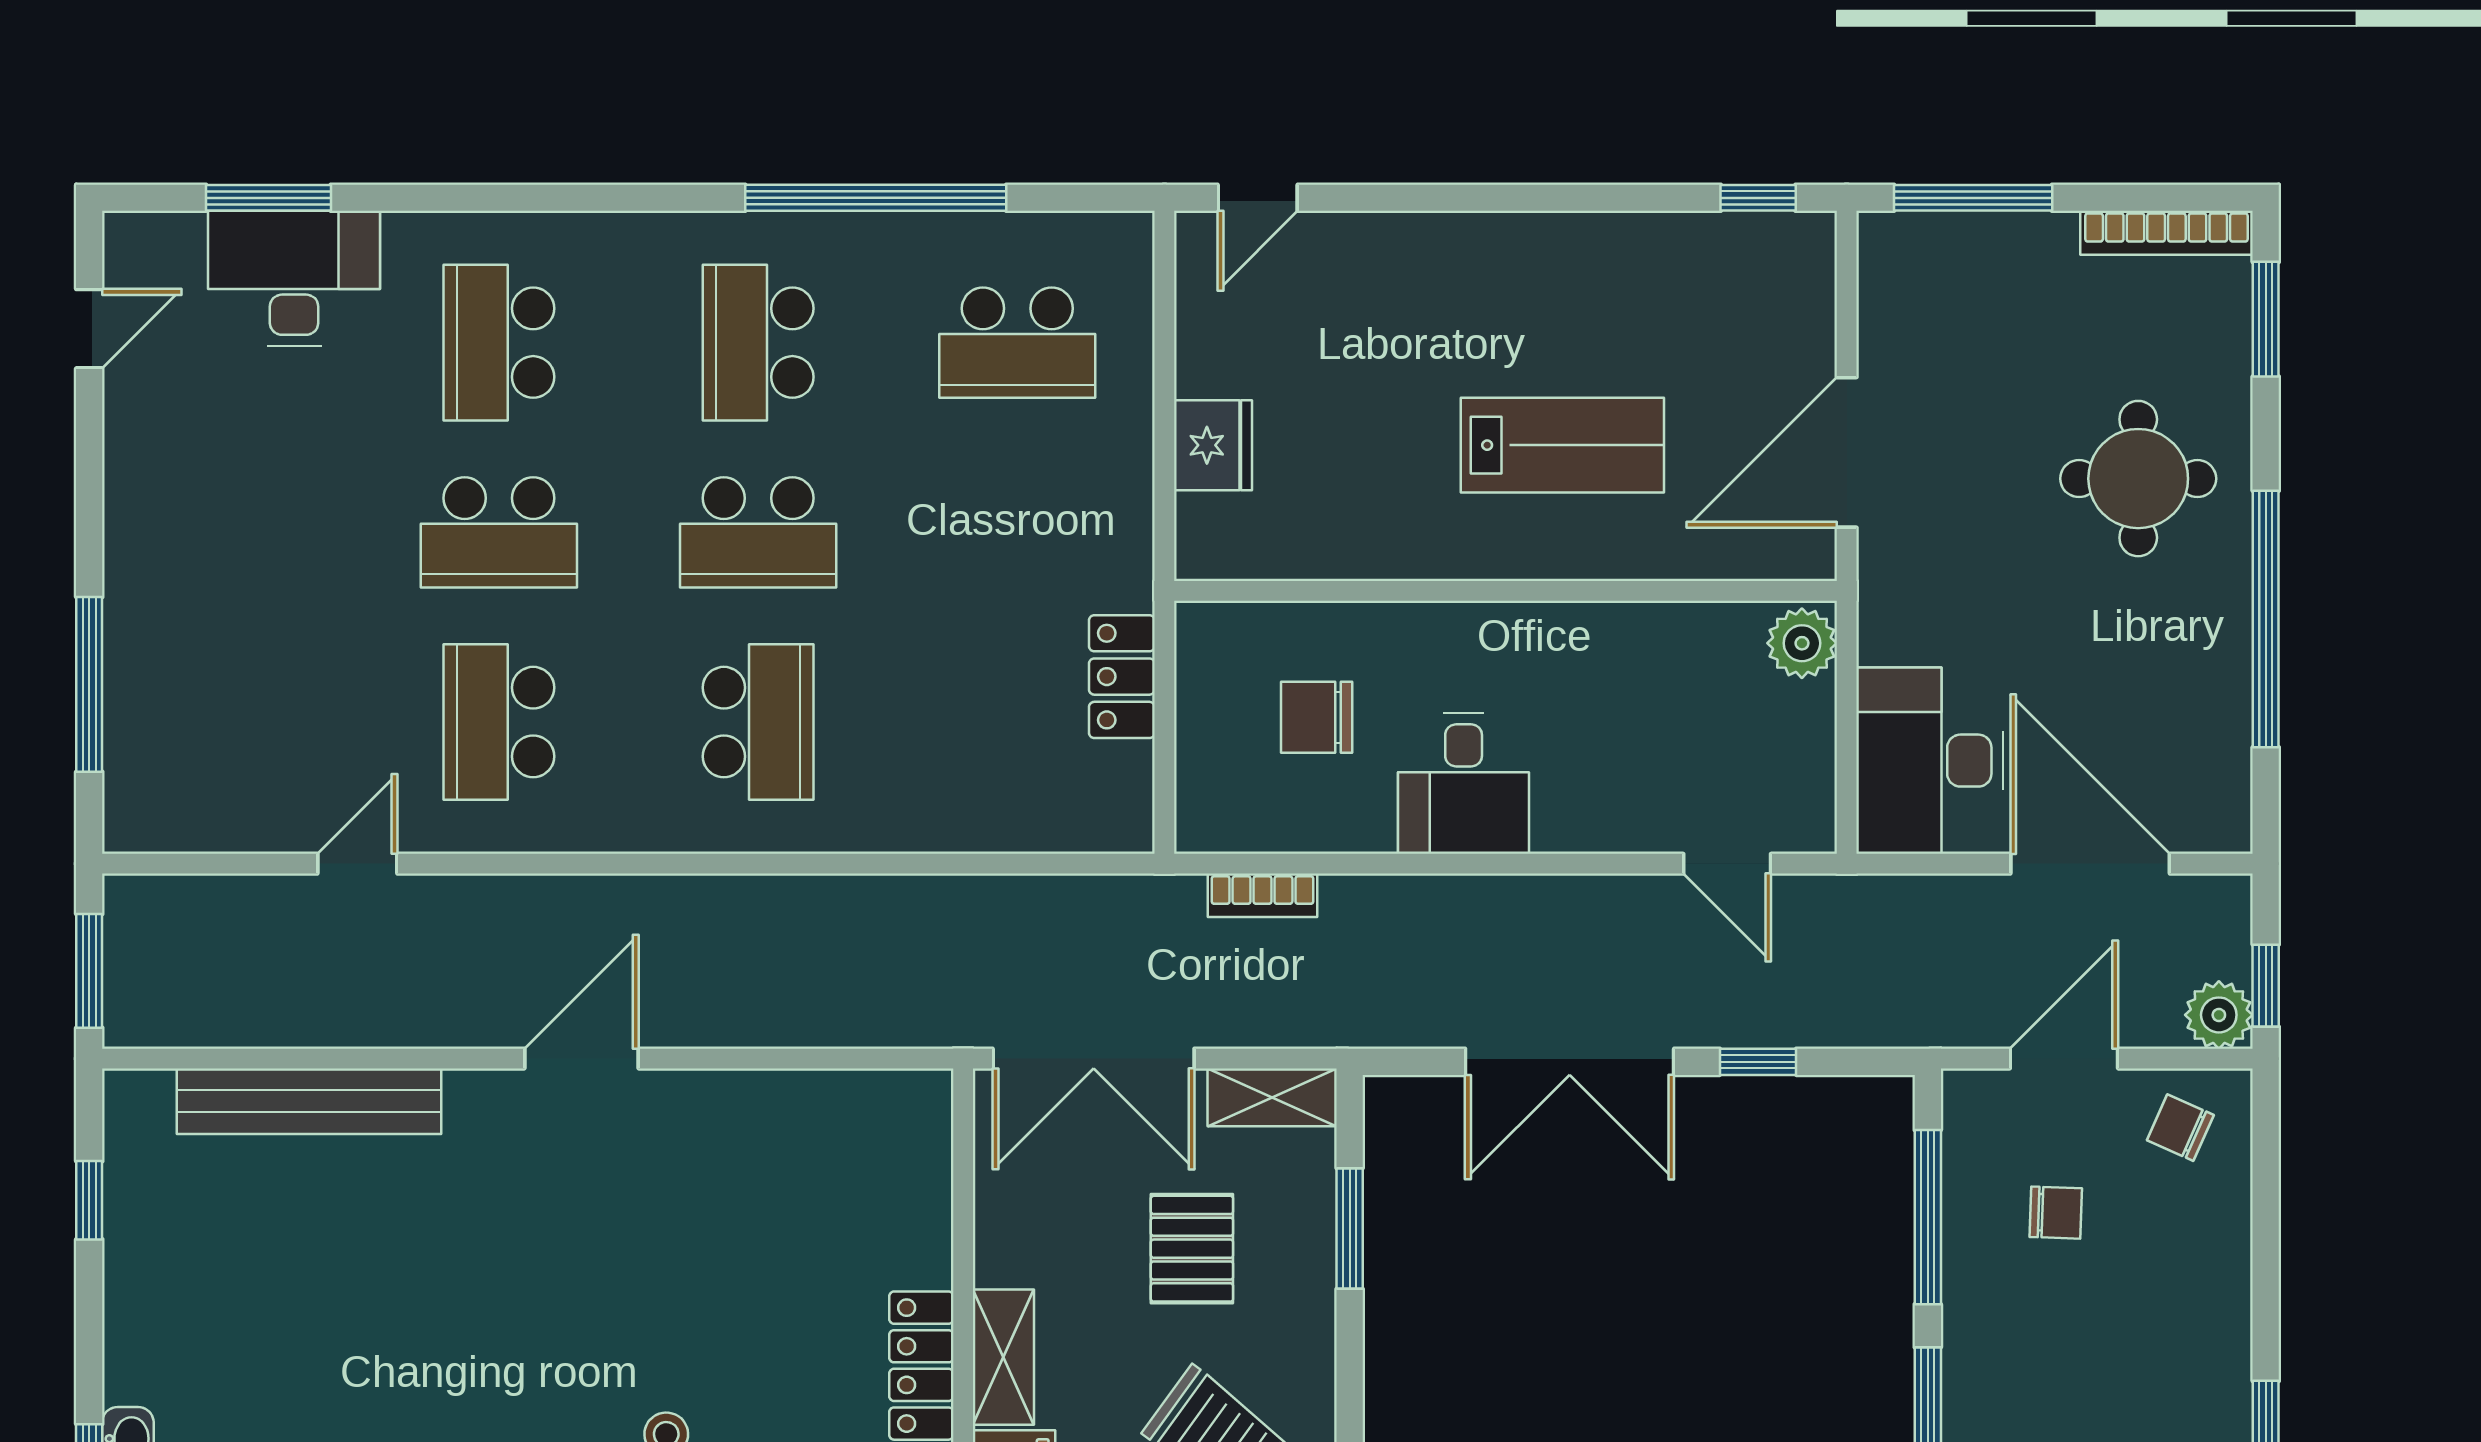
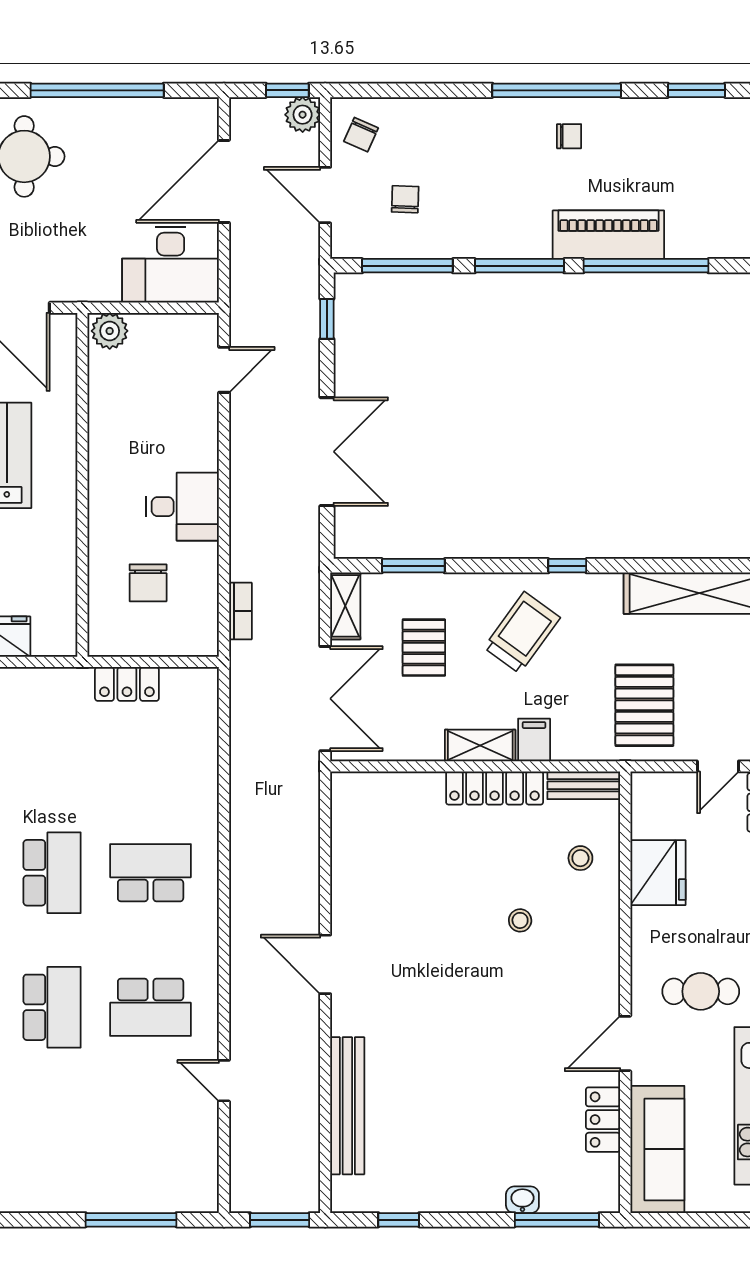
window: (1758, 1062) -> (327, 319), moved
pallet: (1192, 1249) -> (424, 648), turned 90

